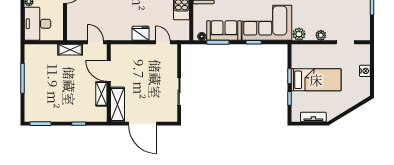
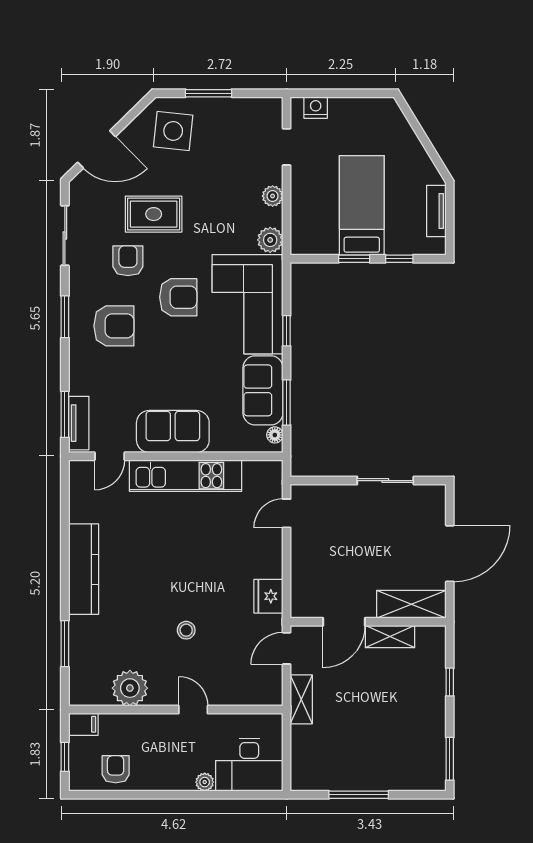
fridge: (141, 33) -> (268, 596), moved
nightstand: (365, 71) -> (316, 108), moved

